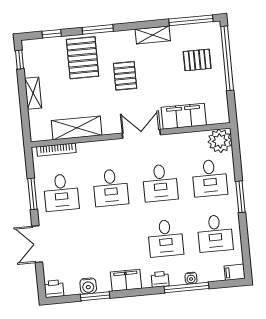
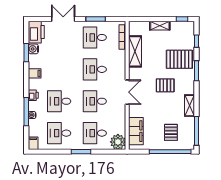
filing cabinet: (184, 116) -> (136, 131), moved
filing cabinet: (126, 280) -> (35, 73), width x0.50
printer: (54, 289) -> (36, 32), width x1.87, depth x1.48

